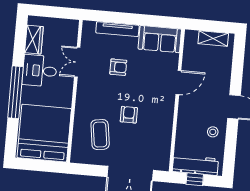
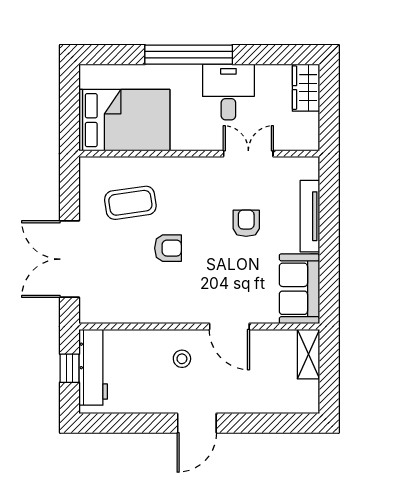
shelving: (213, 38) -> (308, 354), moved
wardrobe: (34, 40) -> (306, 88), moved, turned 90
armchair: (118, 67) -> (246, 223), turned 180
stool: (213, 132) -> (182, 359), moved
bed: (44, 133) -> (124, 120), width x0.73

